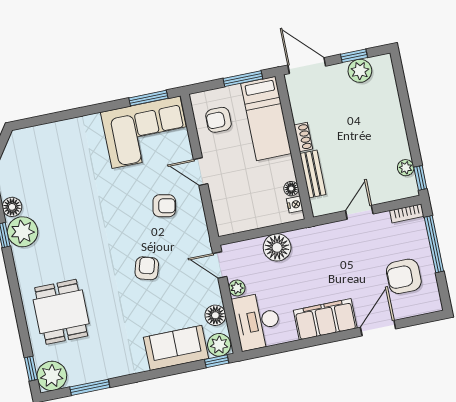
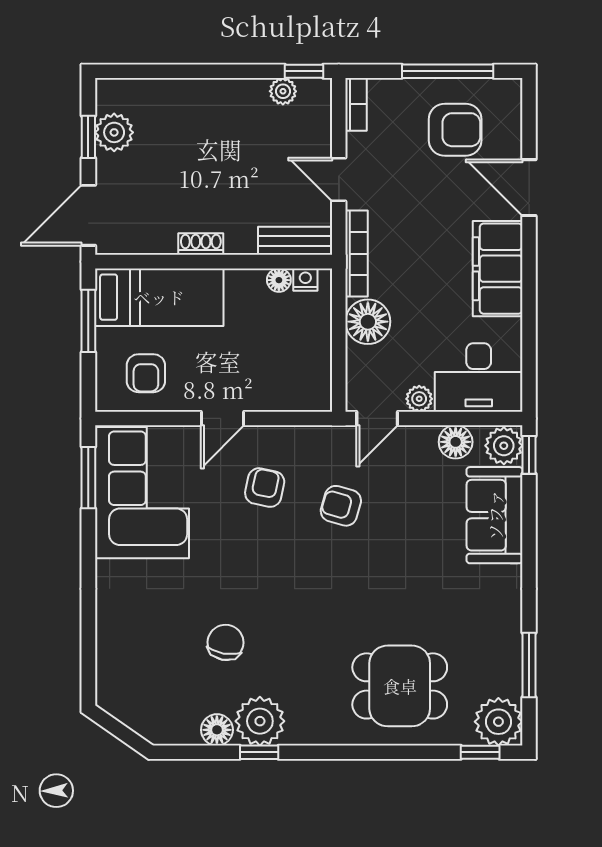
bench: (313, 174) -> (295, 241), moved
chair: (66, 201) -> (225, 642), added
bookcase: (317, 232) -> (356, 254), added
window: (434, 244) -> (448, 71), moved
armchair: (147, 268) -> (341, 506), moved
armchair: (404, 276) -> (455, 130), turned -90

